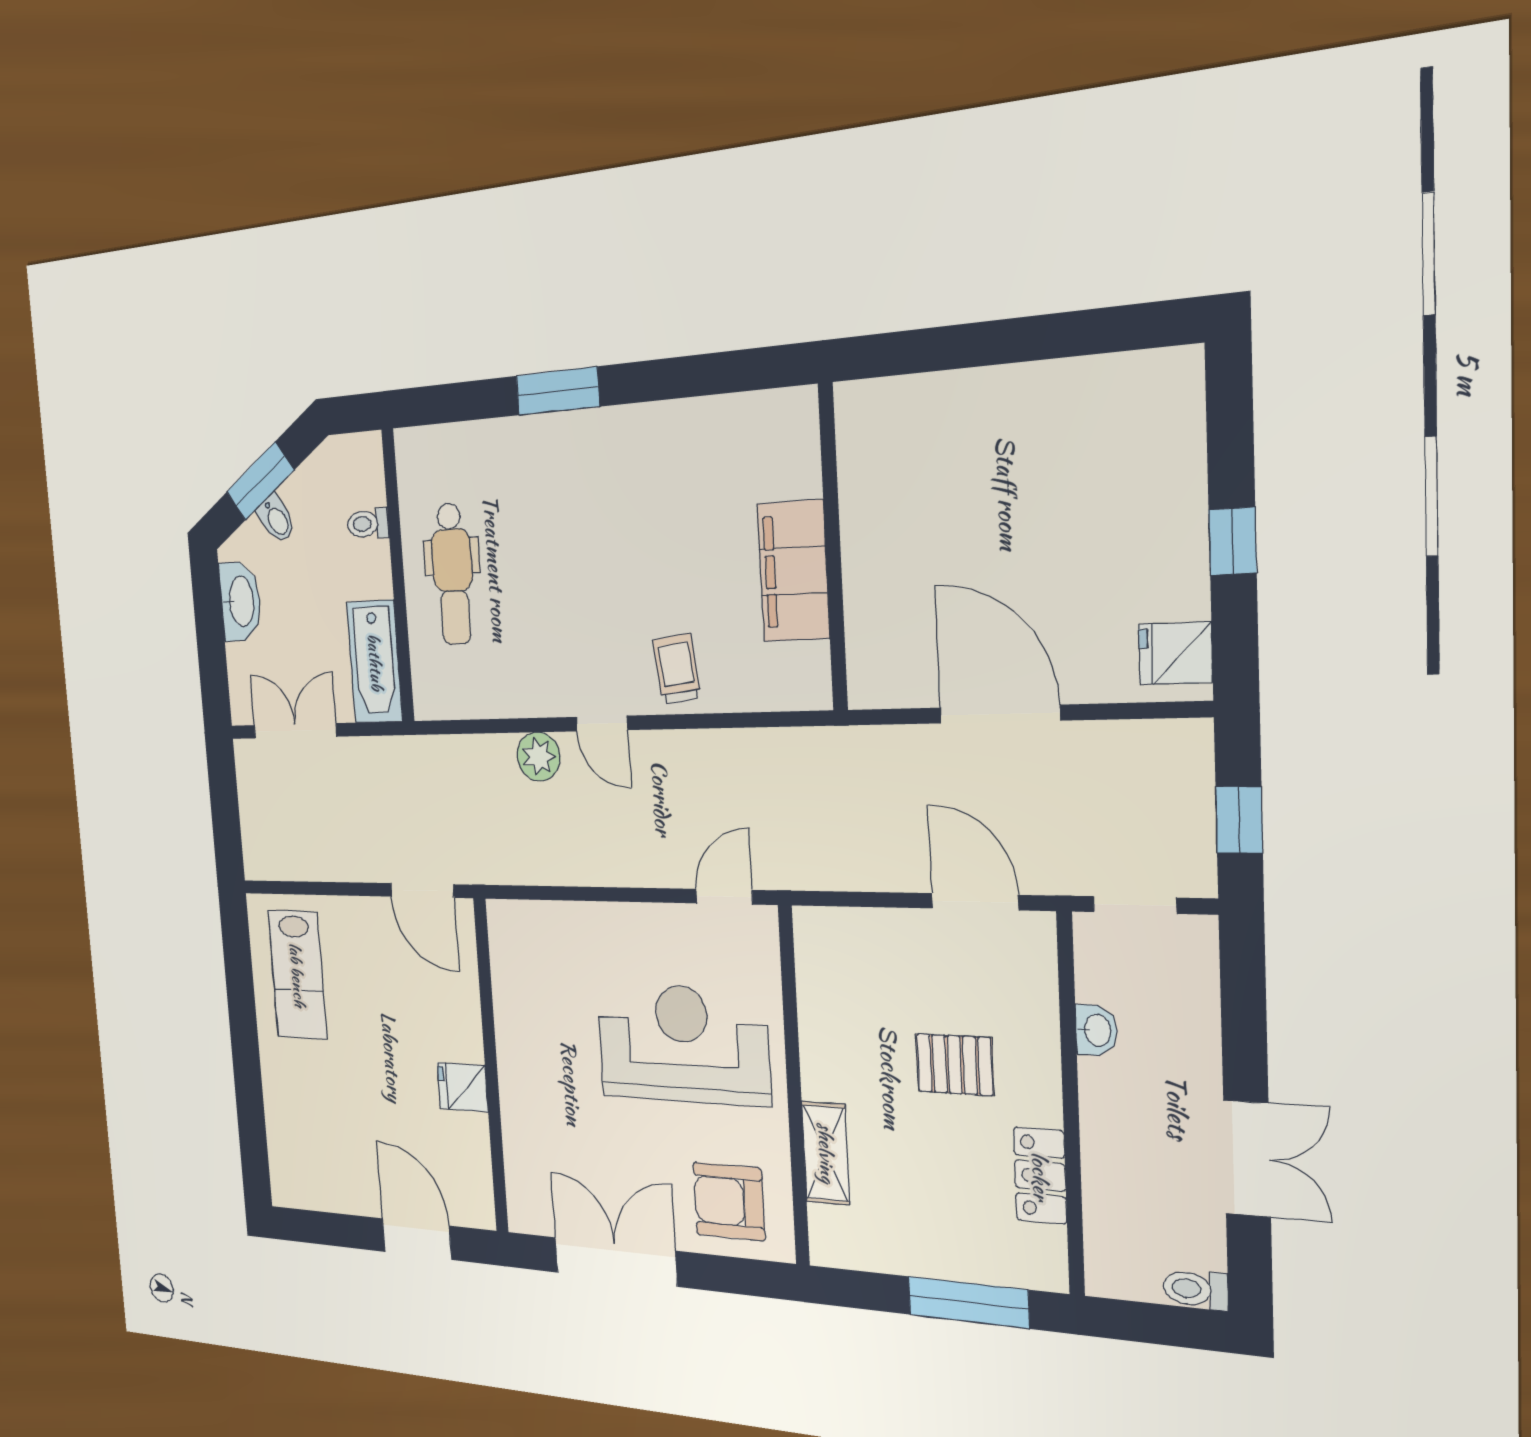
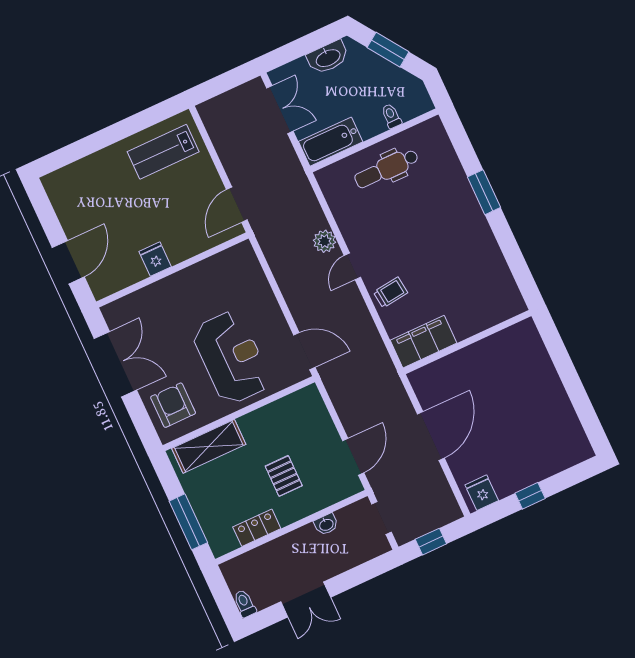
bidet: (276, 519) -> (374, 65), removed
filing cabinet: (793, 571) -> (424, 342), moved
door: (724, 897) -> (304, 351), width x1.38
shelving: (826, 1153) -> (209, 446), width x1.50, depth x1.33

